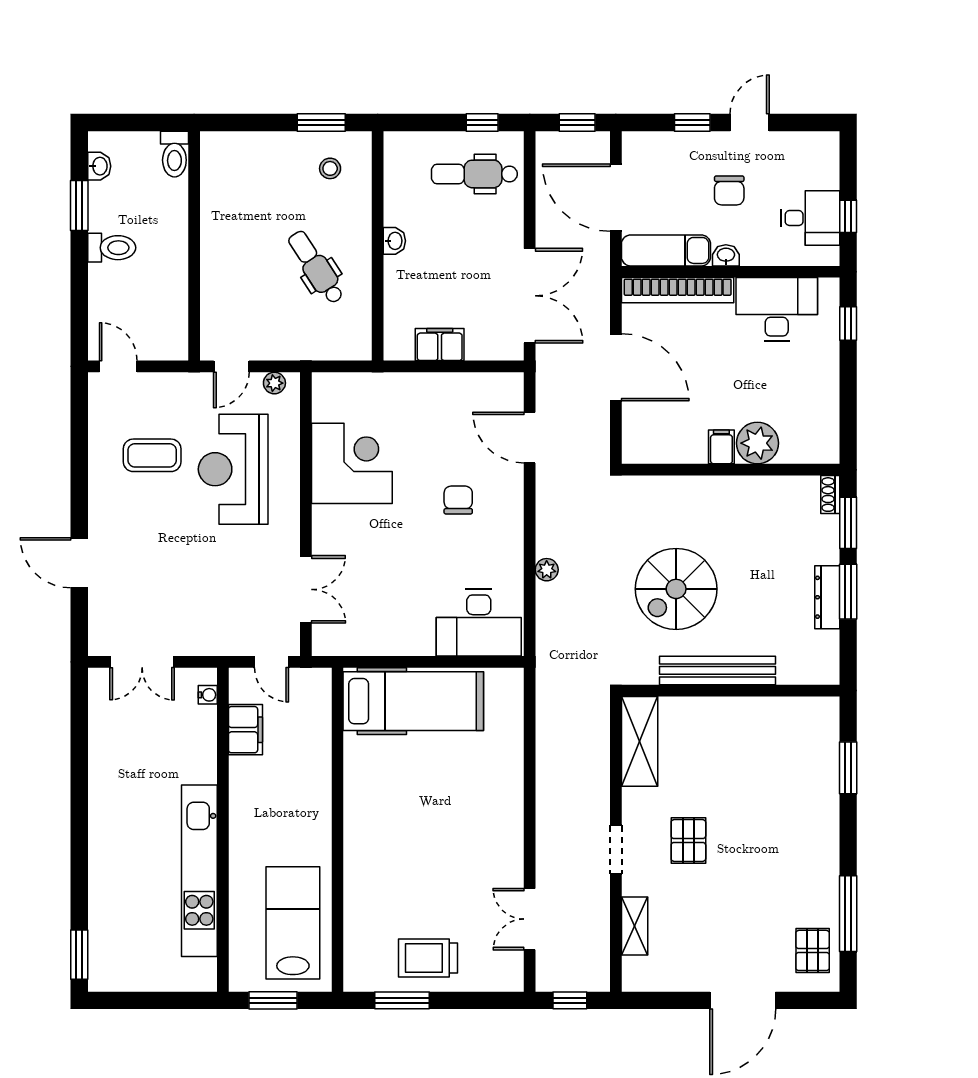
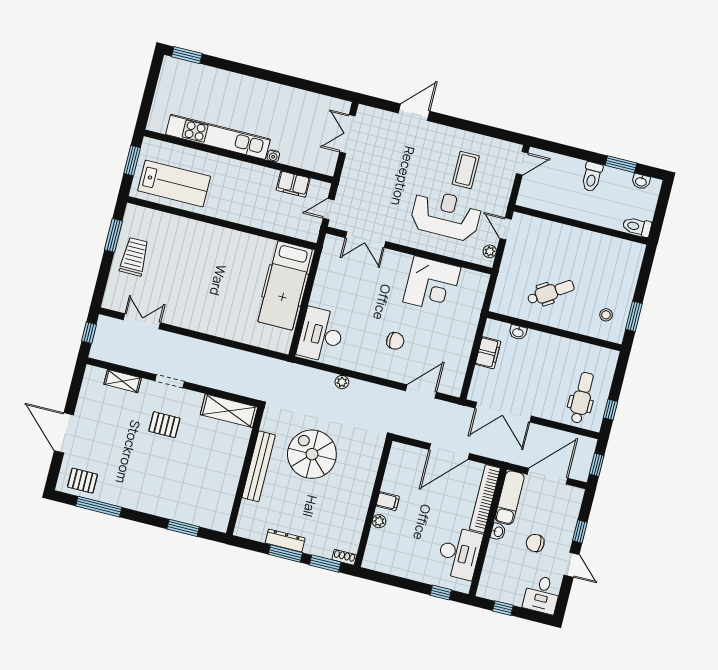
desk: (810, 218) -> (542, 594), moved
washbasin: (394, 241) -> (518, 332), moved
plant: (757, 443) -> (379, 521), width x0.53, depth x0.53
water cooler: (208, 695) -> (273, 156), moved

